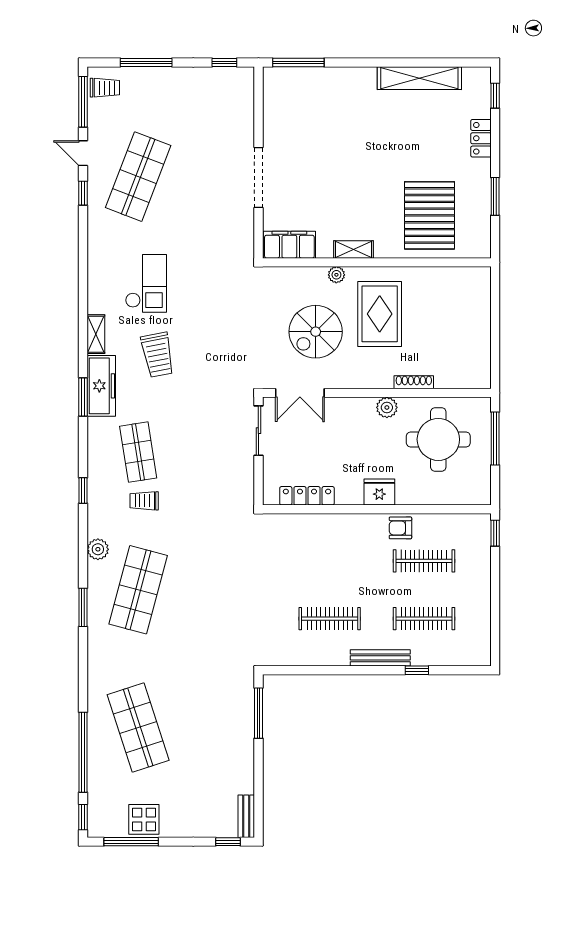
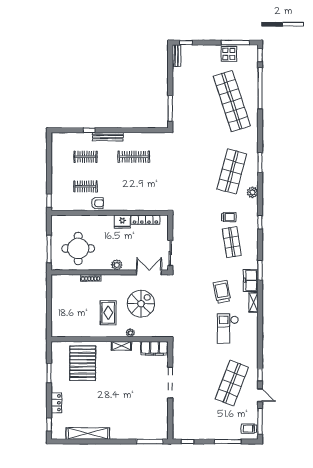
rug: (380, 314) -> (108, 313), width x0.73, depth x0.70
freezer: (101, 386) -> (251, 280), width x0.71
plant: (387, 407) -> (117, 265), moved
fridge: (379, 492) -> (122, 222), moved
clothes rail: (424, 561) -> (86, 186), width x0.73
clothes rail: (424, 619) -> (86, 157), width x0.73
shop shelf: (138, 728) -> (232, 101), width x1.40

